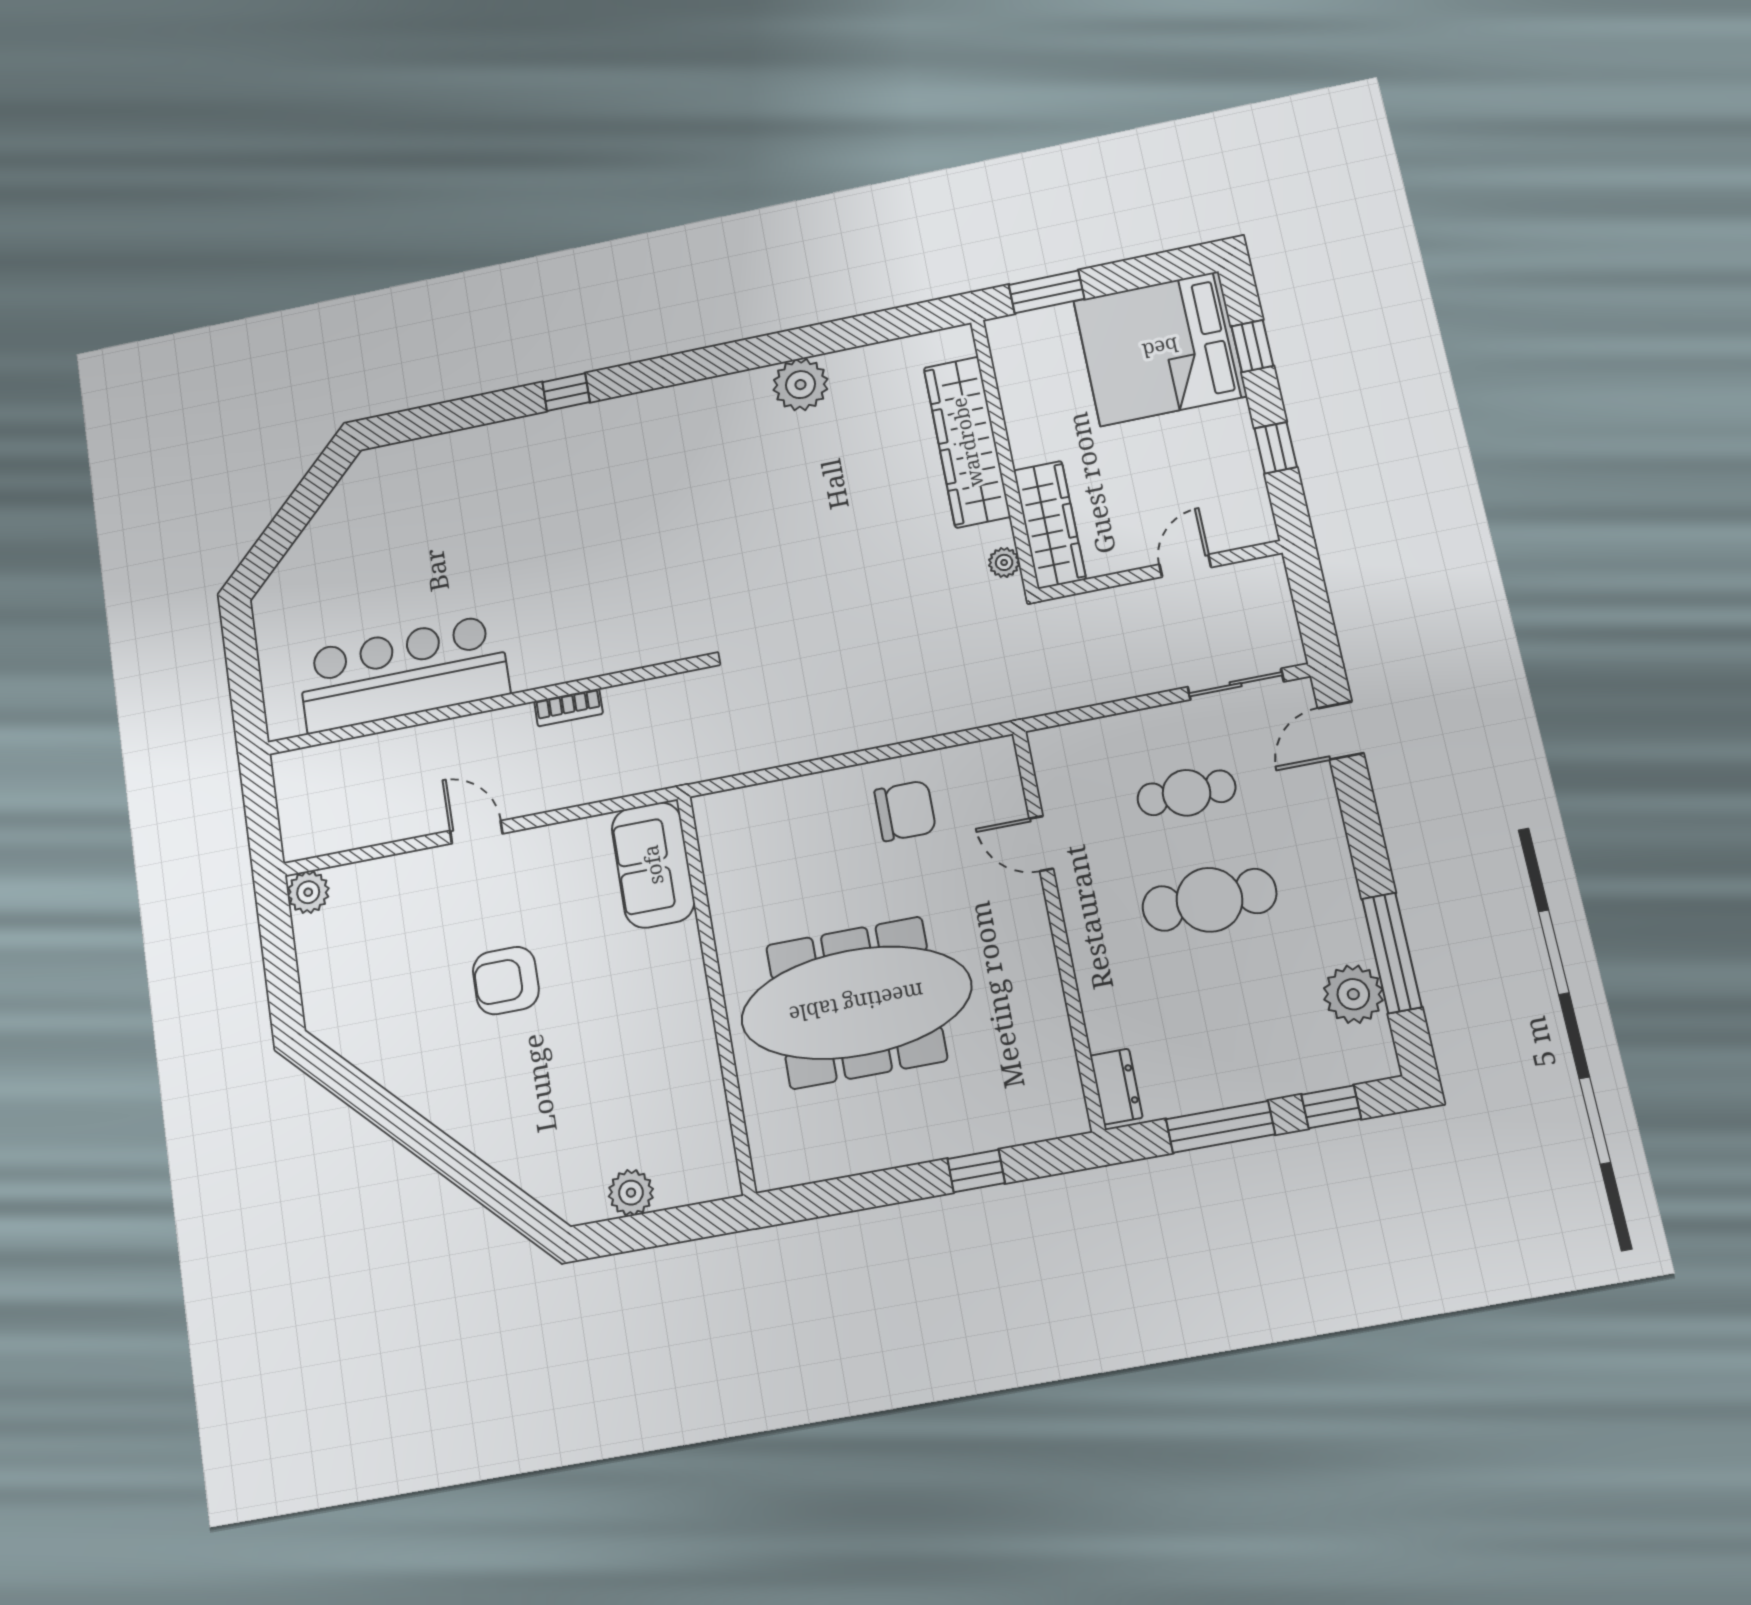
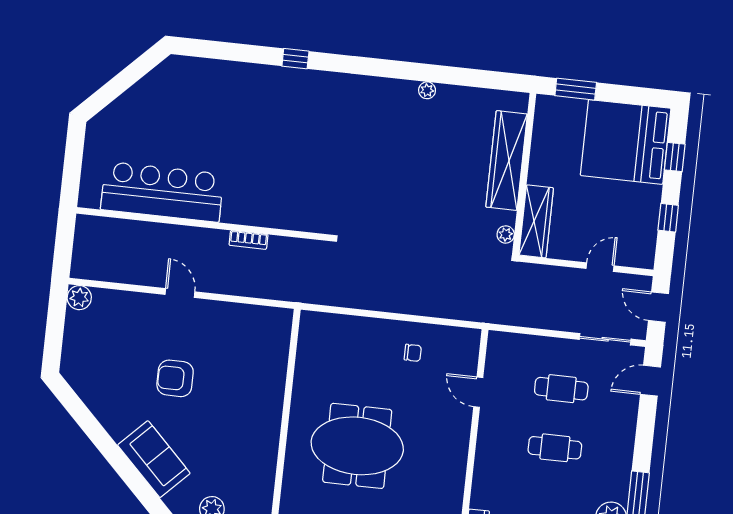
plant: (801, 385) -> (427, 90), width x0.53, depth x0.53
door: (1311, 601) -> (658, 307), added
chair: (905, 811) -> (413, 353), width x0.54, depth x0.54
sofa: (653, 865) -> (154, 459), moved, turned 135
cafe table: (1209, 900) -> (555, 448), width x0.73, depth x0.74
meeting table: (856, 1003) -> (357, 446), width x0.73

